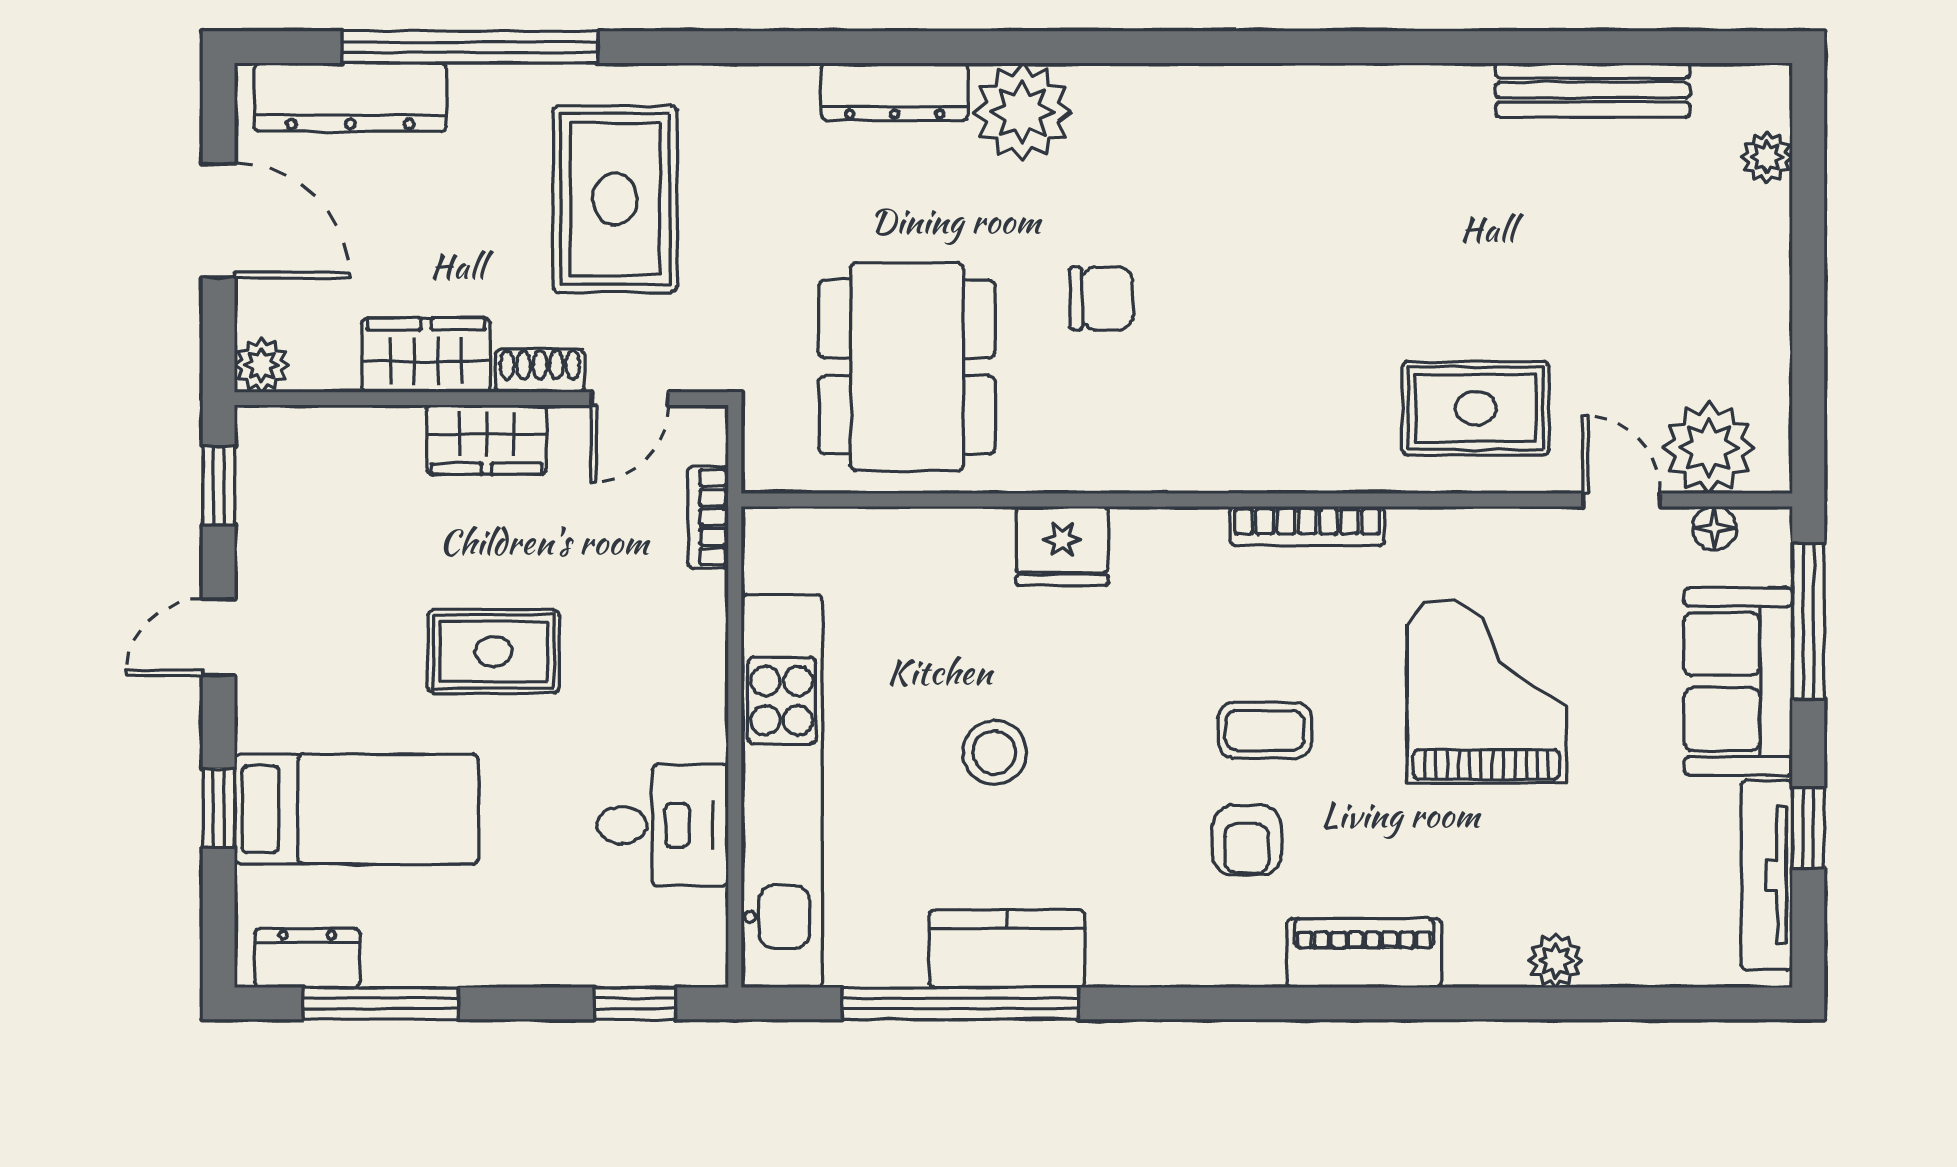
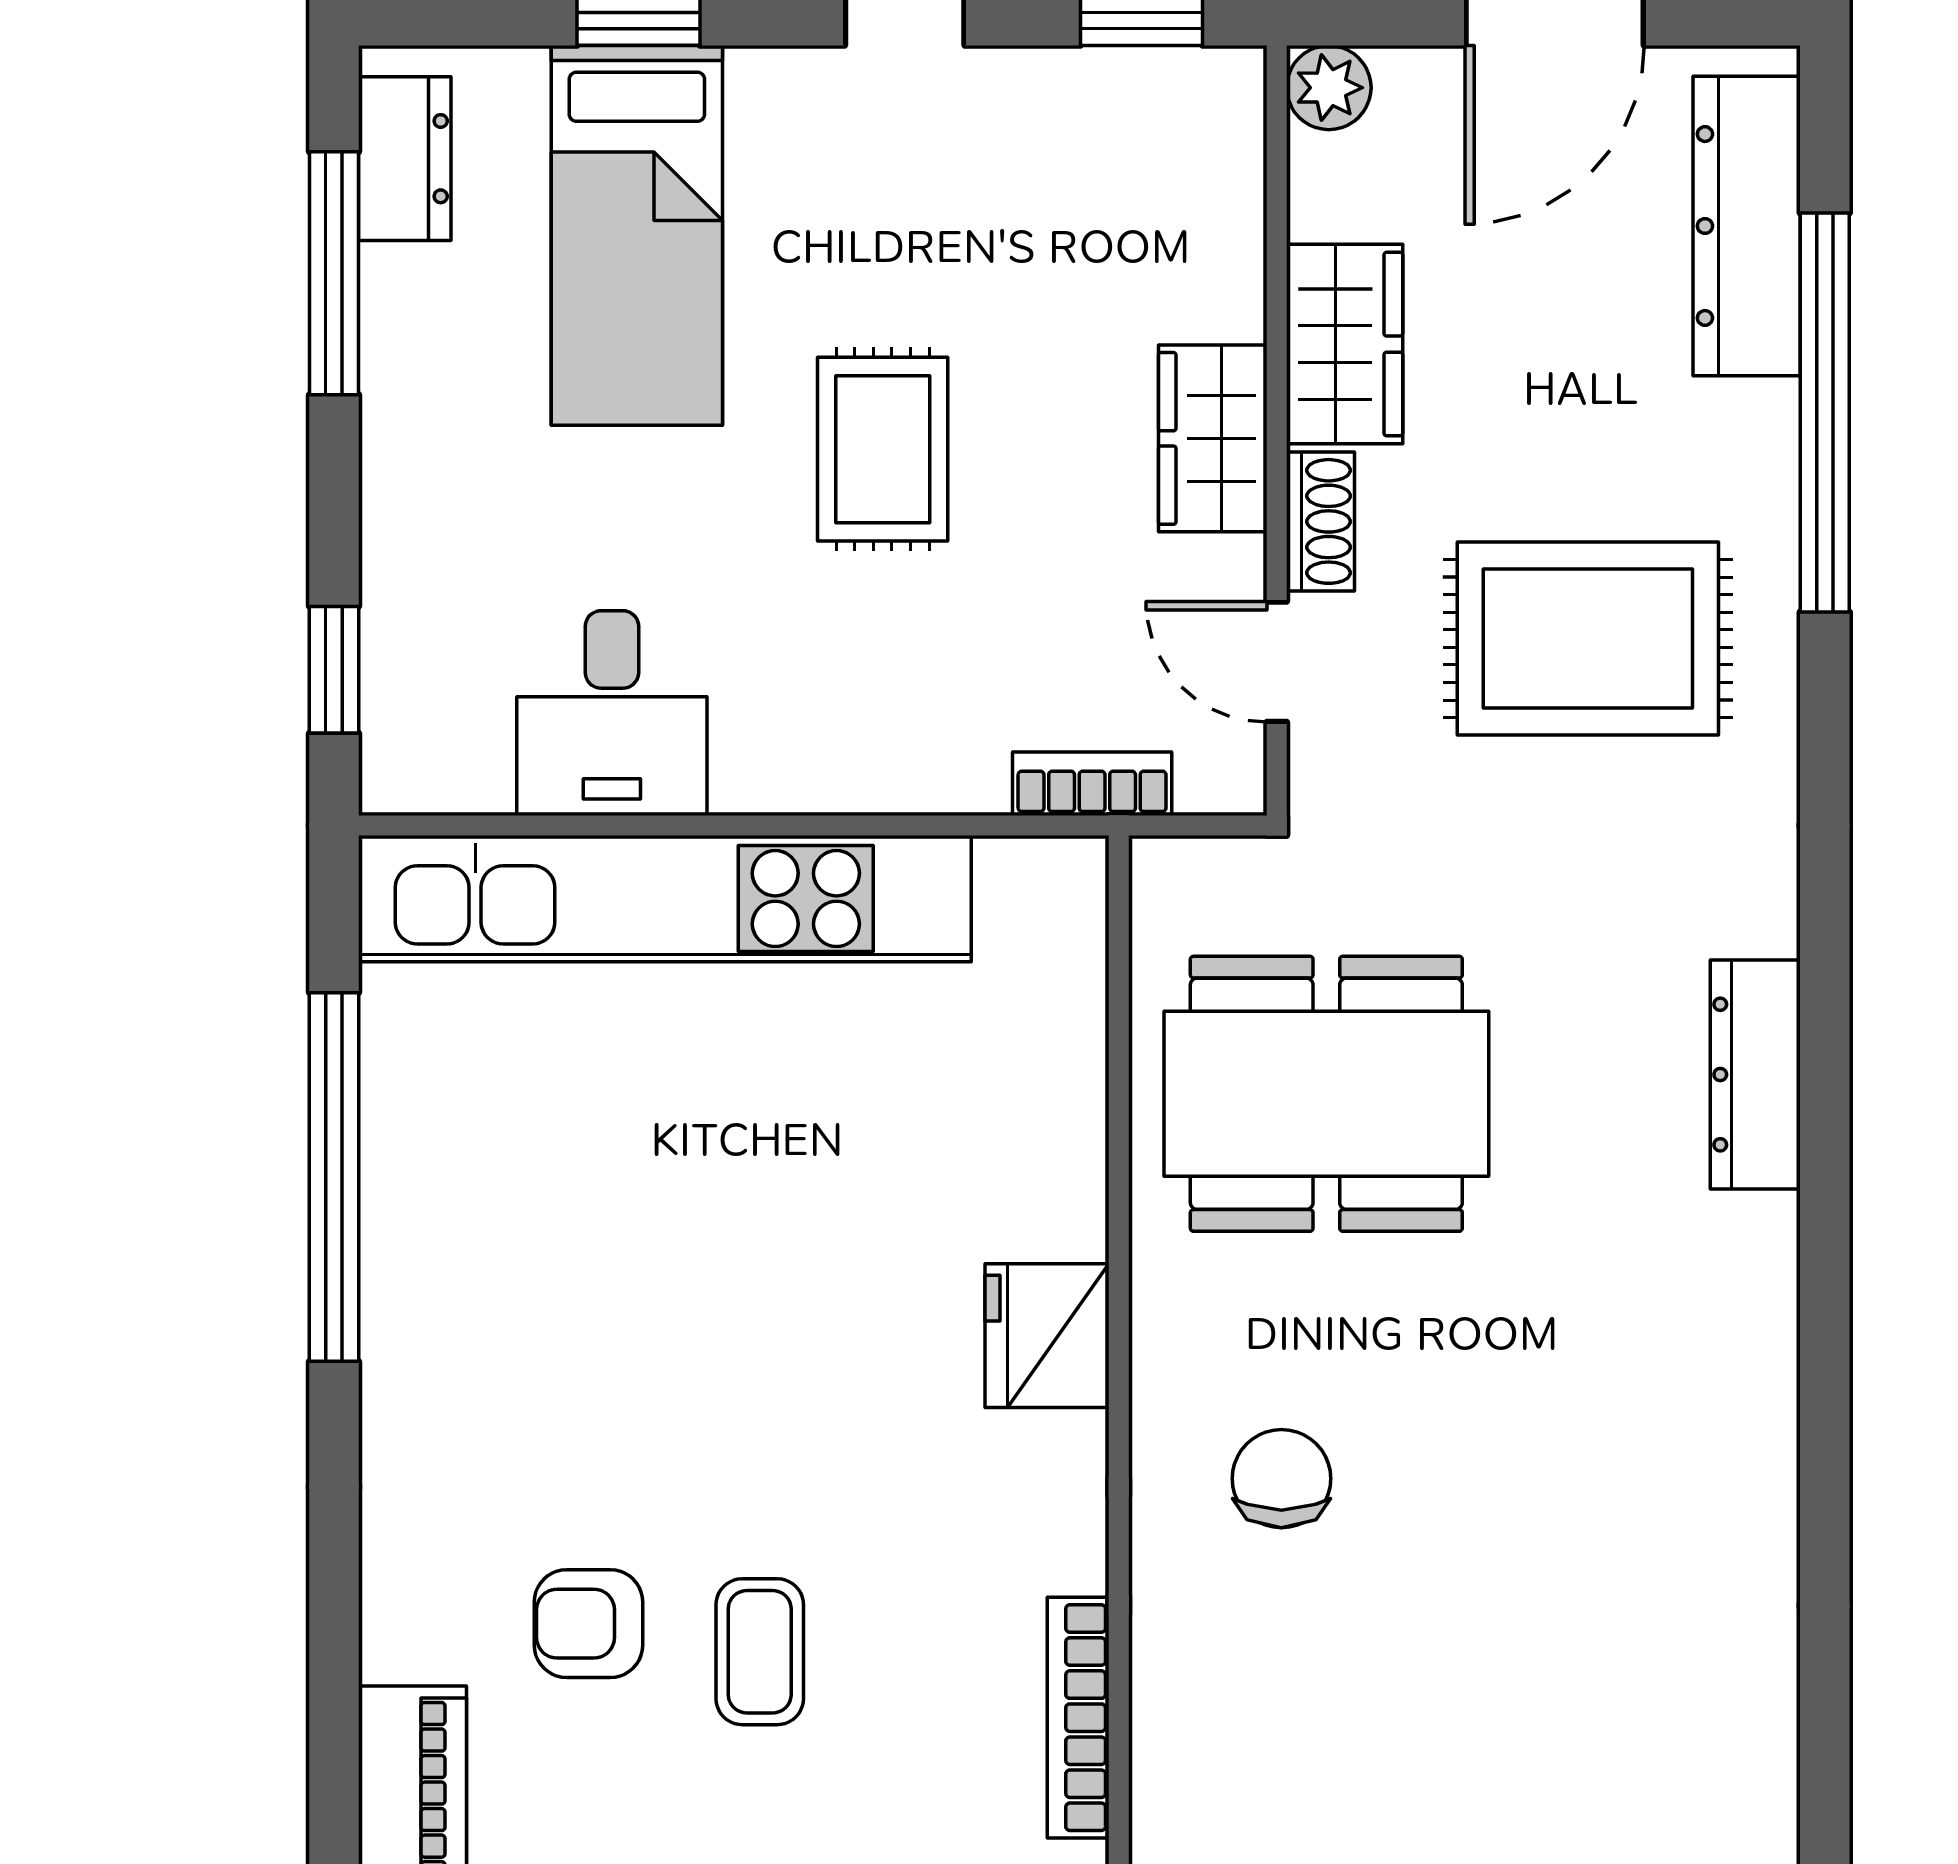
plant: (1022, 112) -> (1723, 1274), removed
chair: (1101, 298) -> (1281, 1479), moved, turned 180
stool: (994, 752) -> (725, 1230), removed
kitchen counter: (1007, 949) -> (419, 1250), removed

